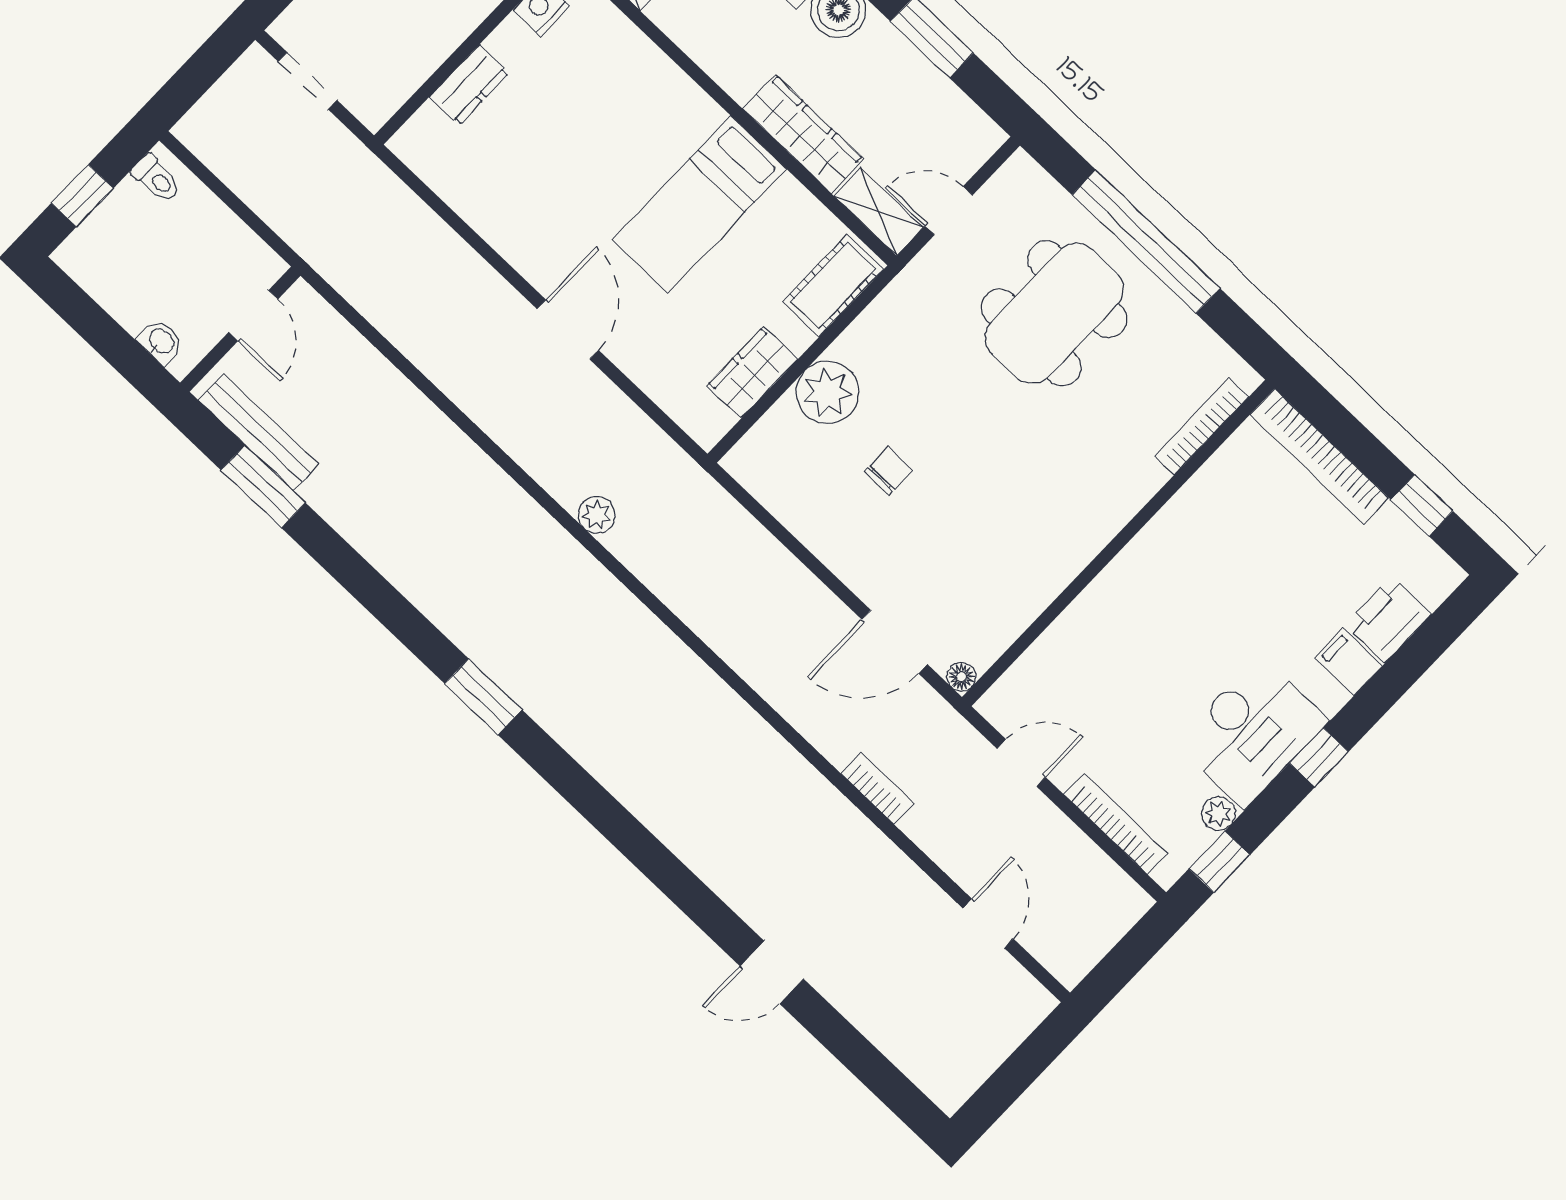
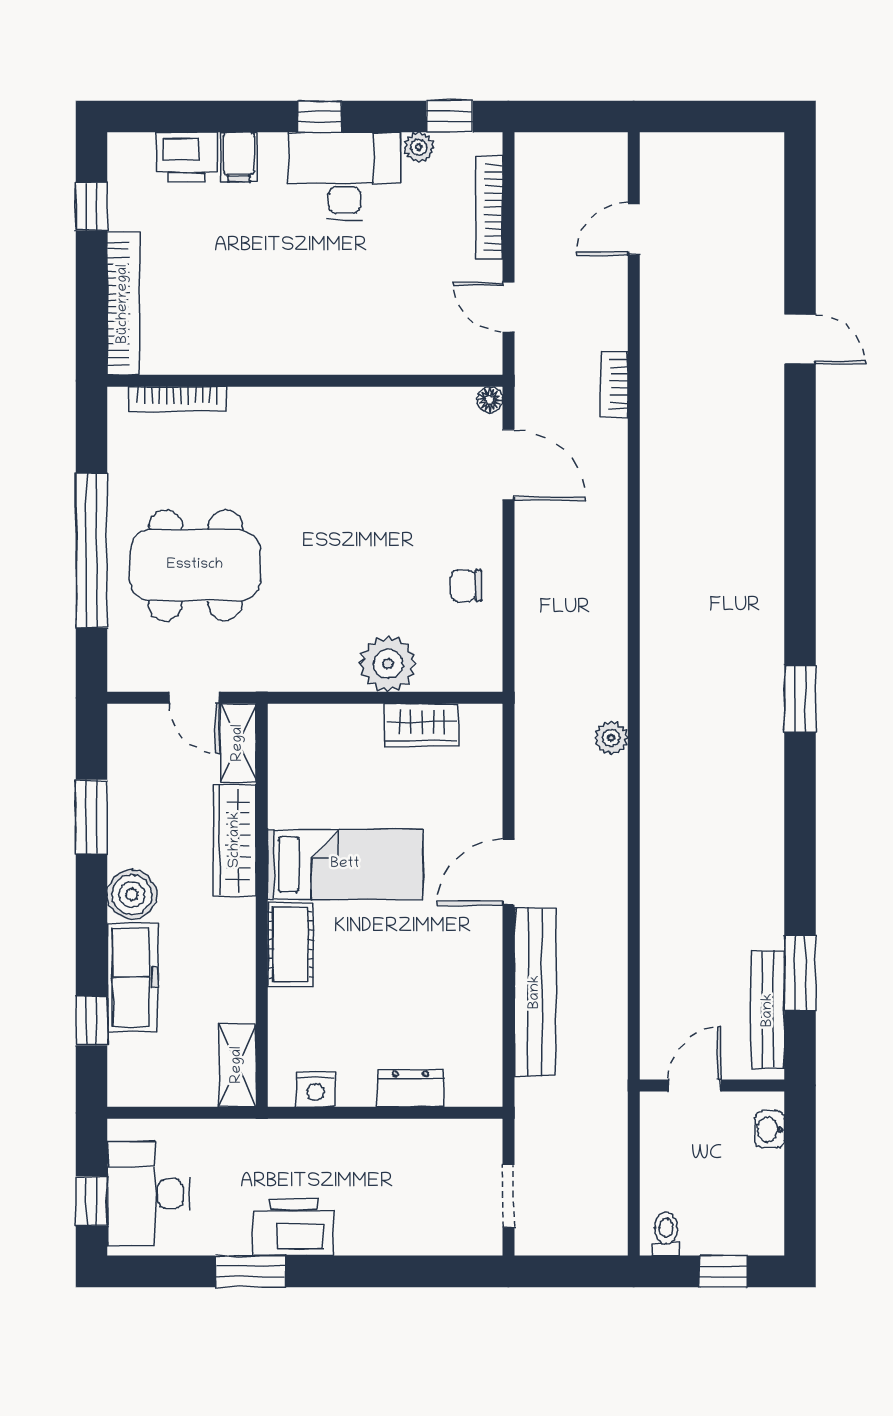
bench: (451, 259) -> (535, 992), added
cot: (833, 285) -> (291, 944), moved, turned 90
chair: (888, 471) -> (466, 586), moved

